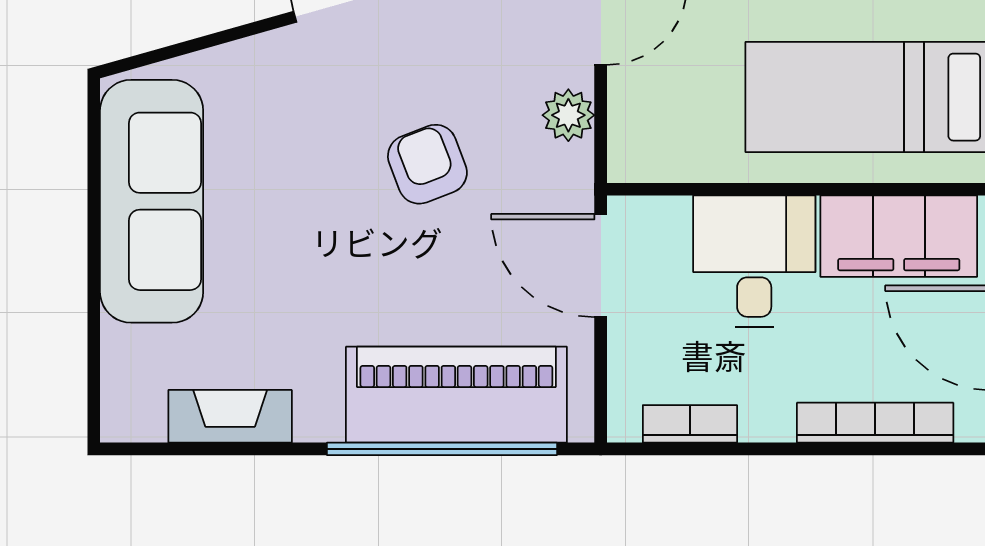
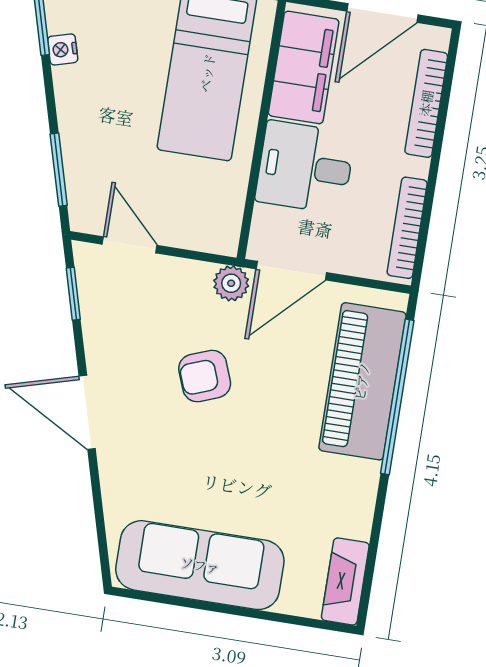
plant: (568, 115) -> (231, 283), moved
fireplace: (230, 416) -> (345, 581), moved
bookcase: (690, 424) -> (407, 228), width x1.56

